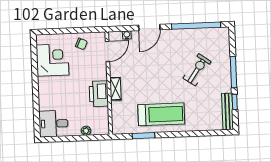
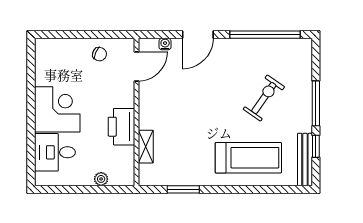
corner desk: (53, 60) -> (57, 109), moved
shelving: (115, 89) -> (146, 147), moved
treadmill: (161, 114) -> (248, 158), moved
desk: (53, 124) -> (55, 152), moved

